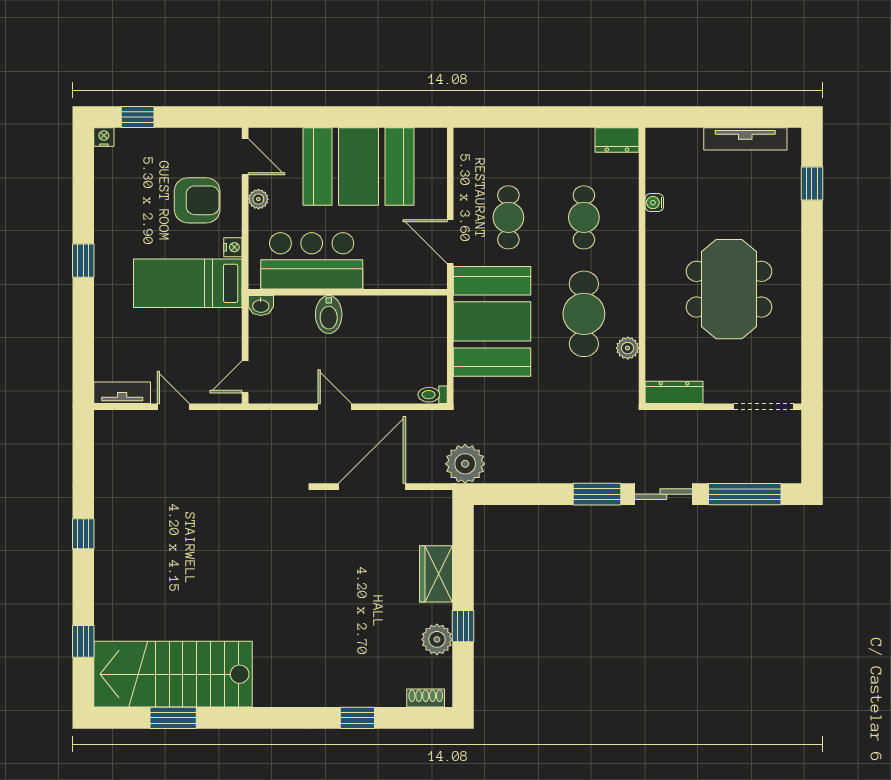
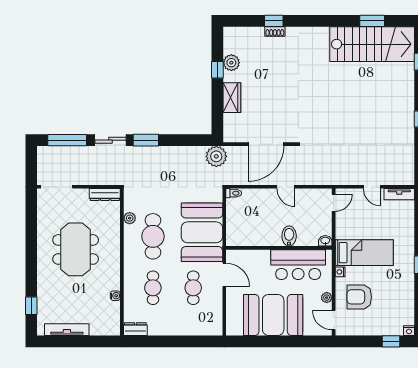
shoe rack: (426, 698) -> (275, 31), moved

